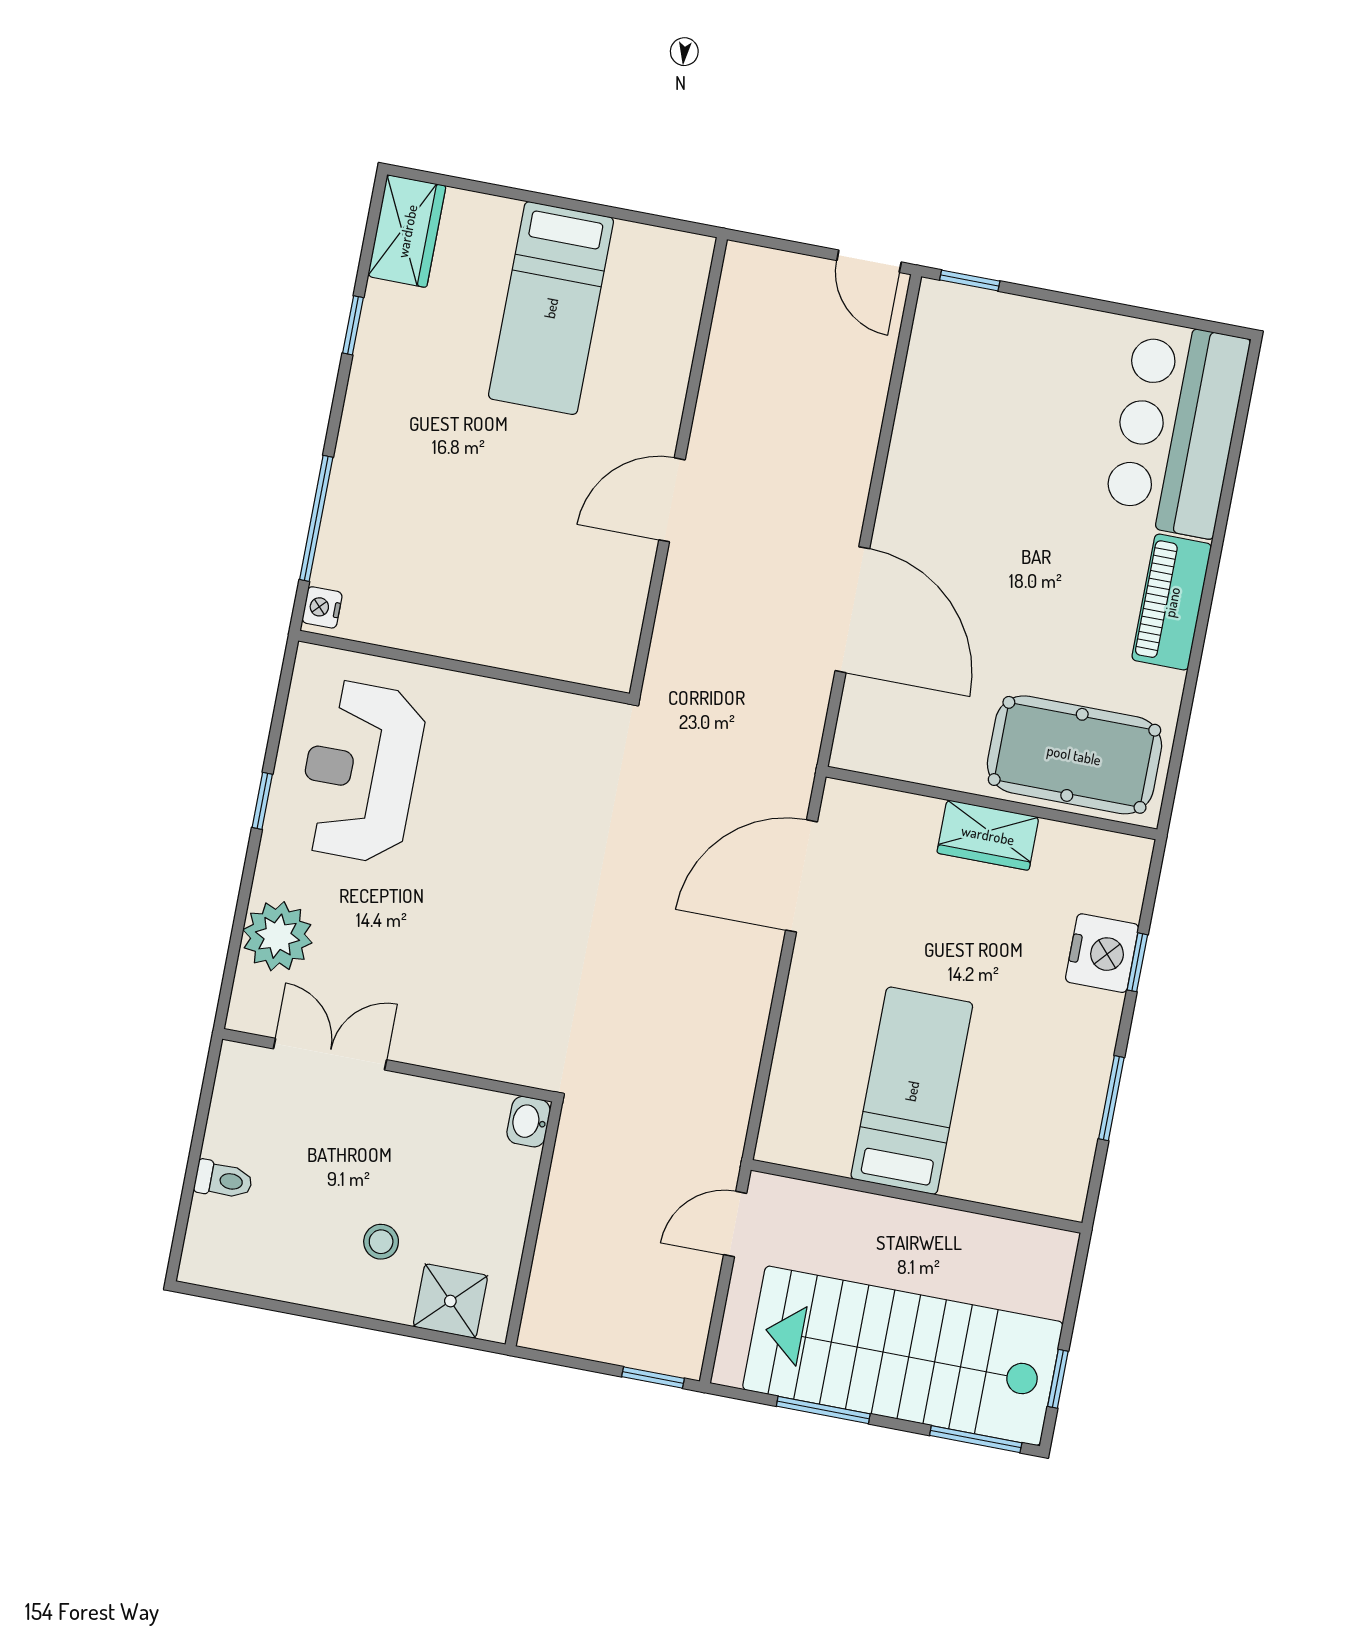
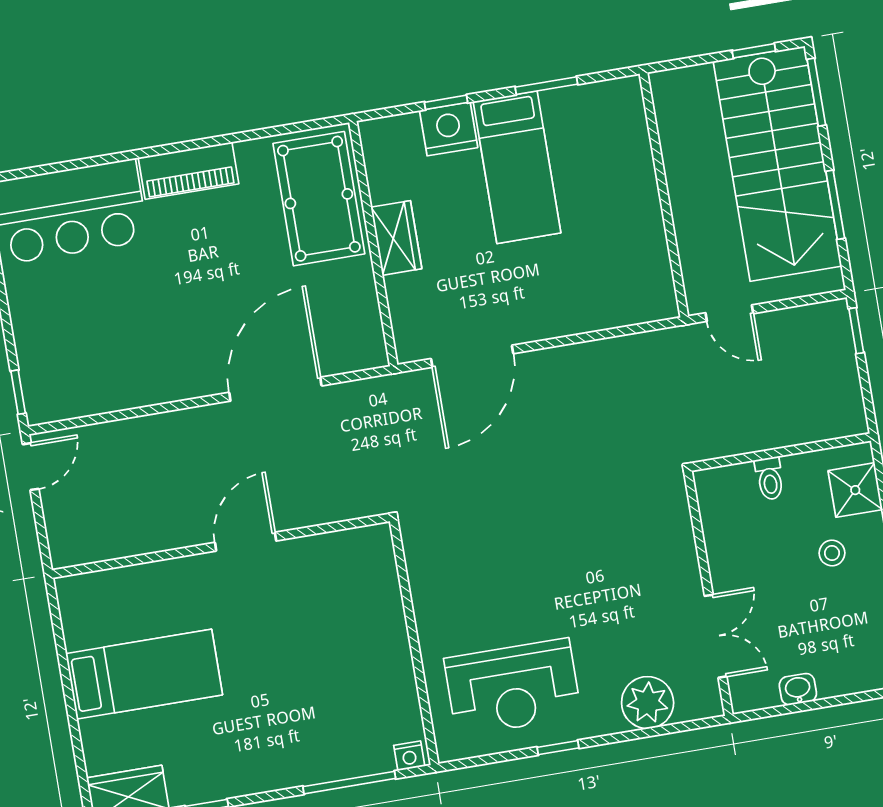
door: (672, 500) -> (246, 542), swing flipped
door: (802, 876) -> (472, 356), hinge flipped
double door: (330, 1054) -> (716, 636), swing flipped
bed: (912, 1091) -> (517, 167), moved, turned -90
washbasin: (529, 1122) -> (798, 689), moved, turned 180
toilet: (223, 1180) -> (770, 479), moved, turned 180

